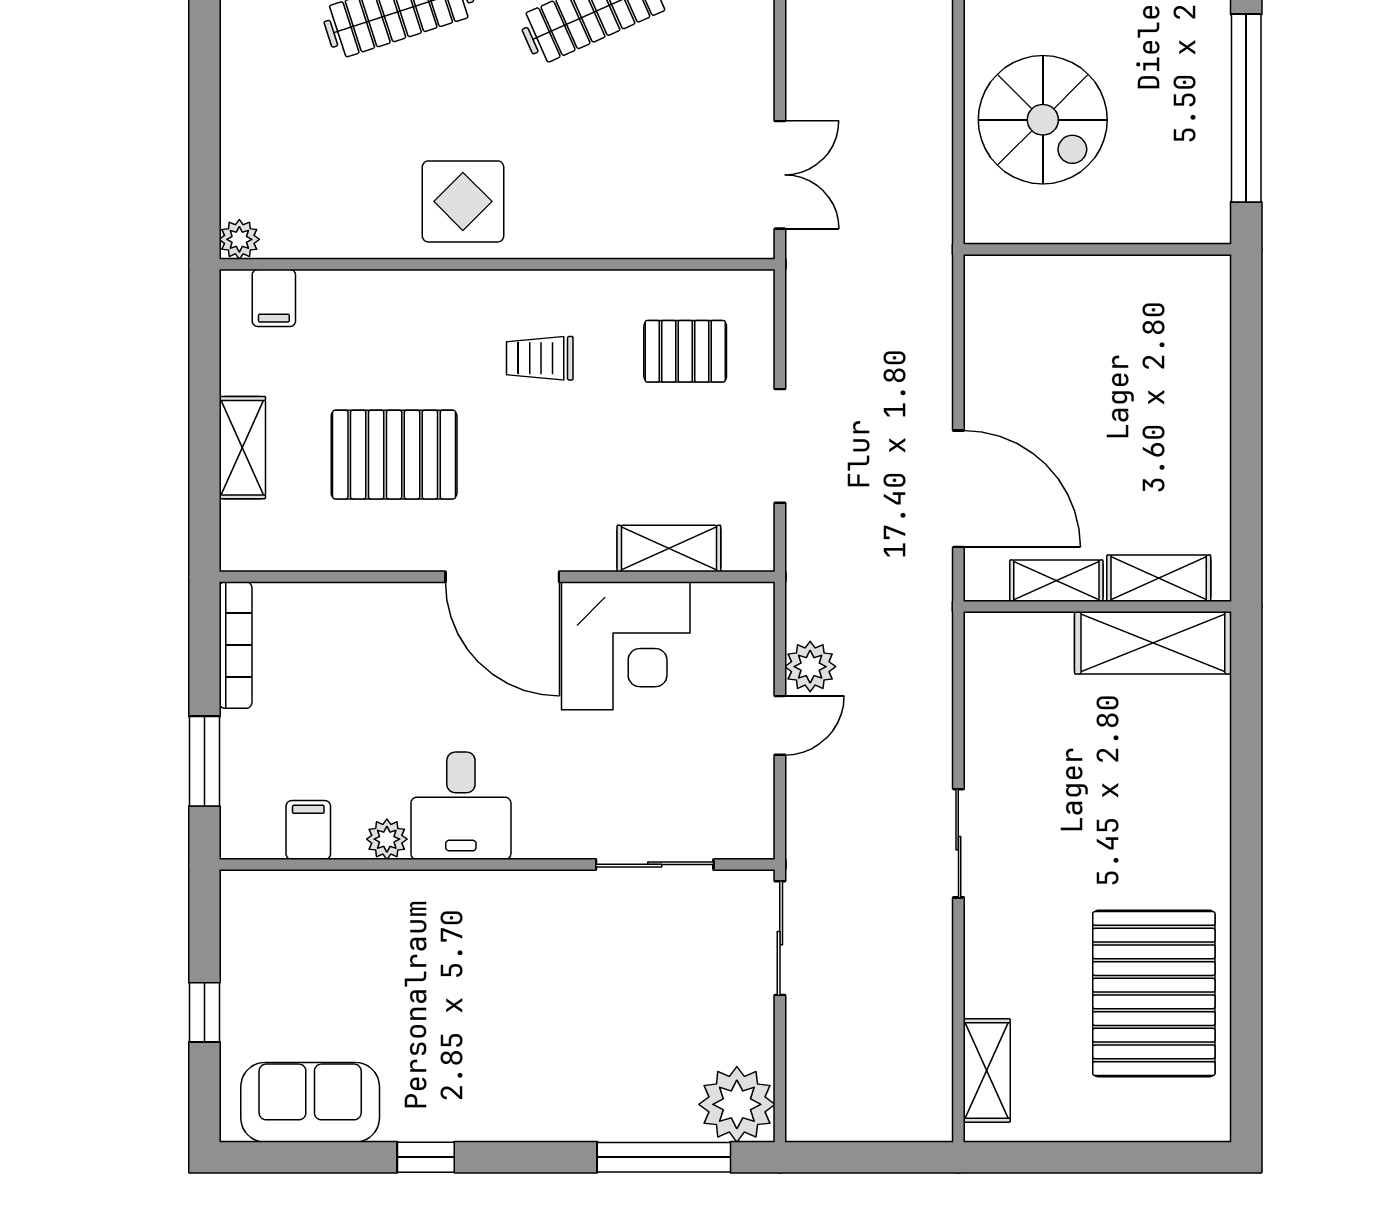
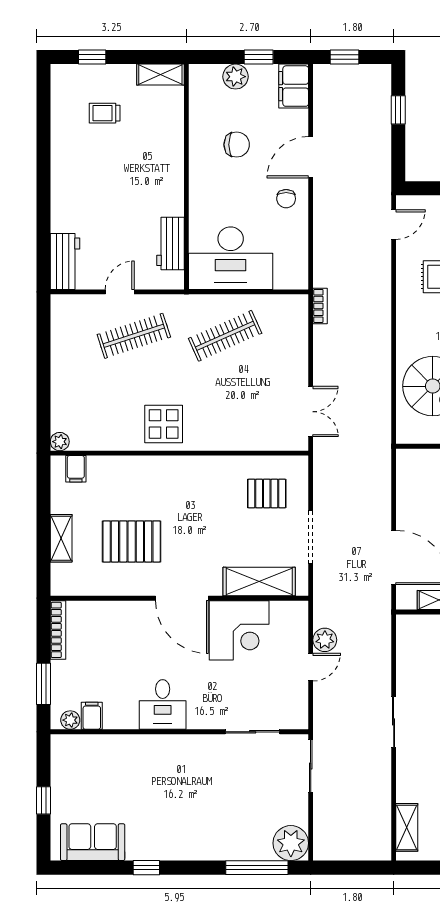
trolley: (540, 358) -> (199, 497), removed
shelving: (669, 549) -> (259, 581), width x1.50, depth x1.33
plant: (387, 839) -> (70, 720), moved

